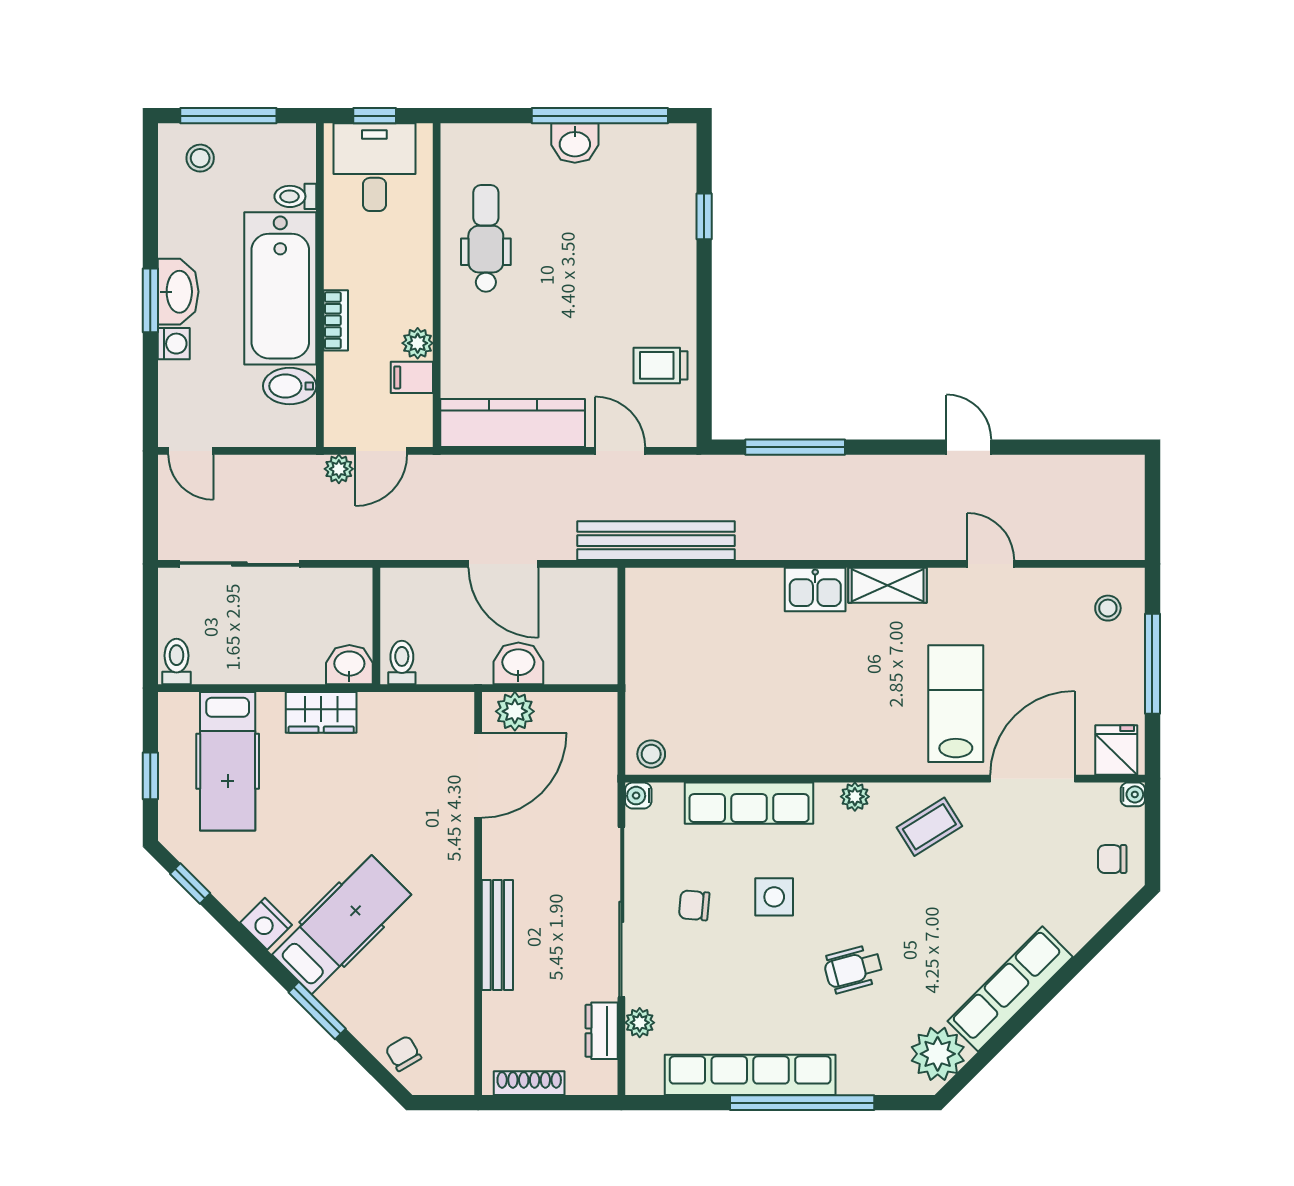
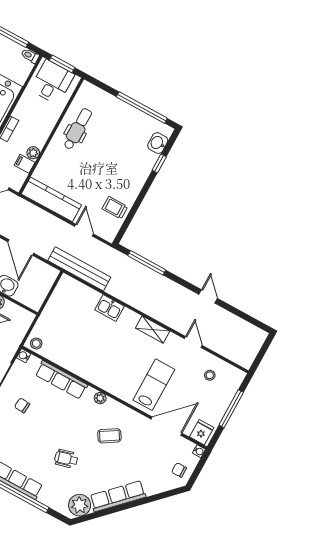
window: (375, 116) -> (62, 64), width x1.50
washbasin: (575, 143) -> (158, 143), moved, turned 90
toilet: (295, 196) -> (30, 56), moved
kitchen sink: (815, 590) -> (109, 308), moved
stool: (1108, 608) -> (210, 375), moved
coffee table: (929, 827) -> (109, 436), moved
side table: (774, 897) -> (52, 418), removed

